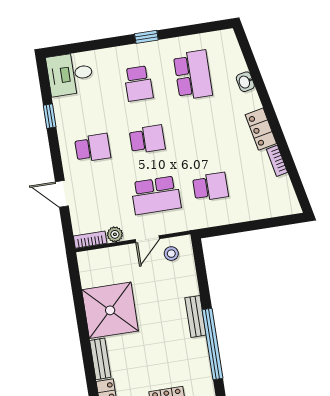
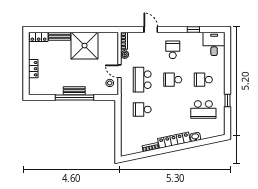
window: (146, 37) -> (228, 101), moved
locker: (261, 129) -> (174, 140), width x1.53
school desk: (147, 139) -> (173, 80), turned 90
school desk: (93, 148) -> (173, 50), turned 180
school desk: (210, 187) -> (142, 109), turned 90
door: (62, 194) -> (151, 30), hinge flipped
window: (213, 344) -> (74, 97), moved

